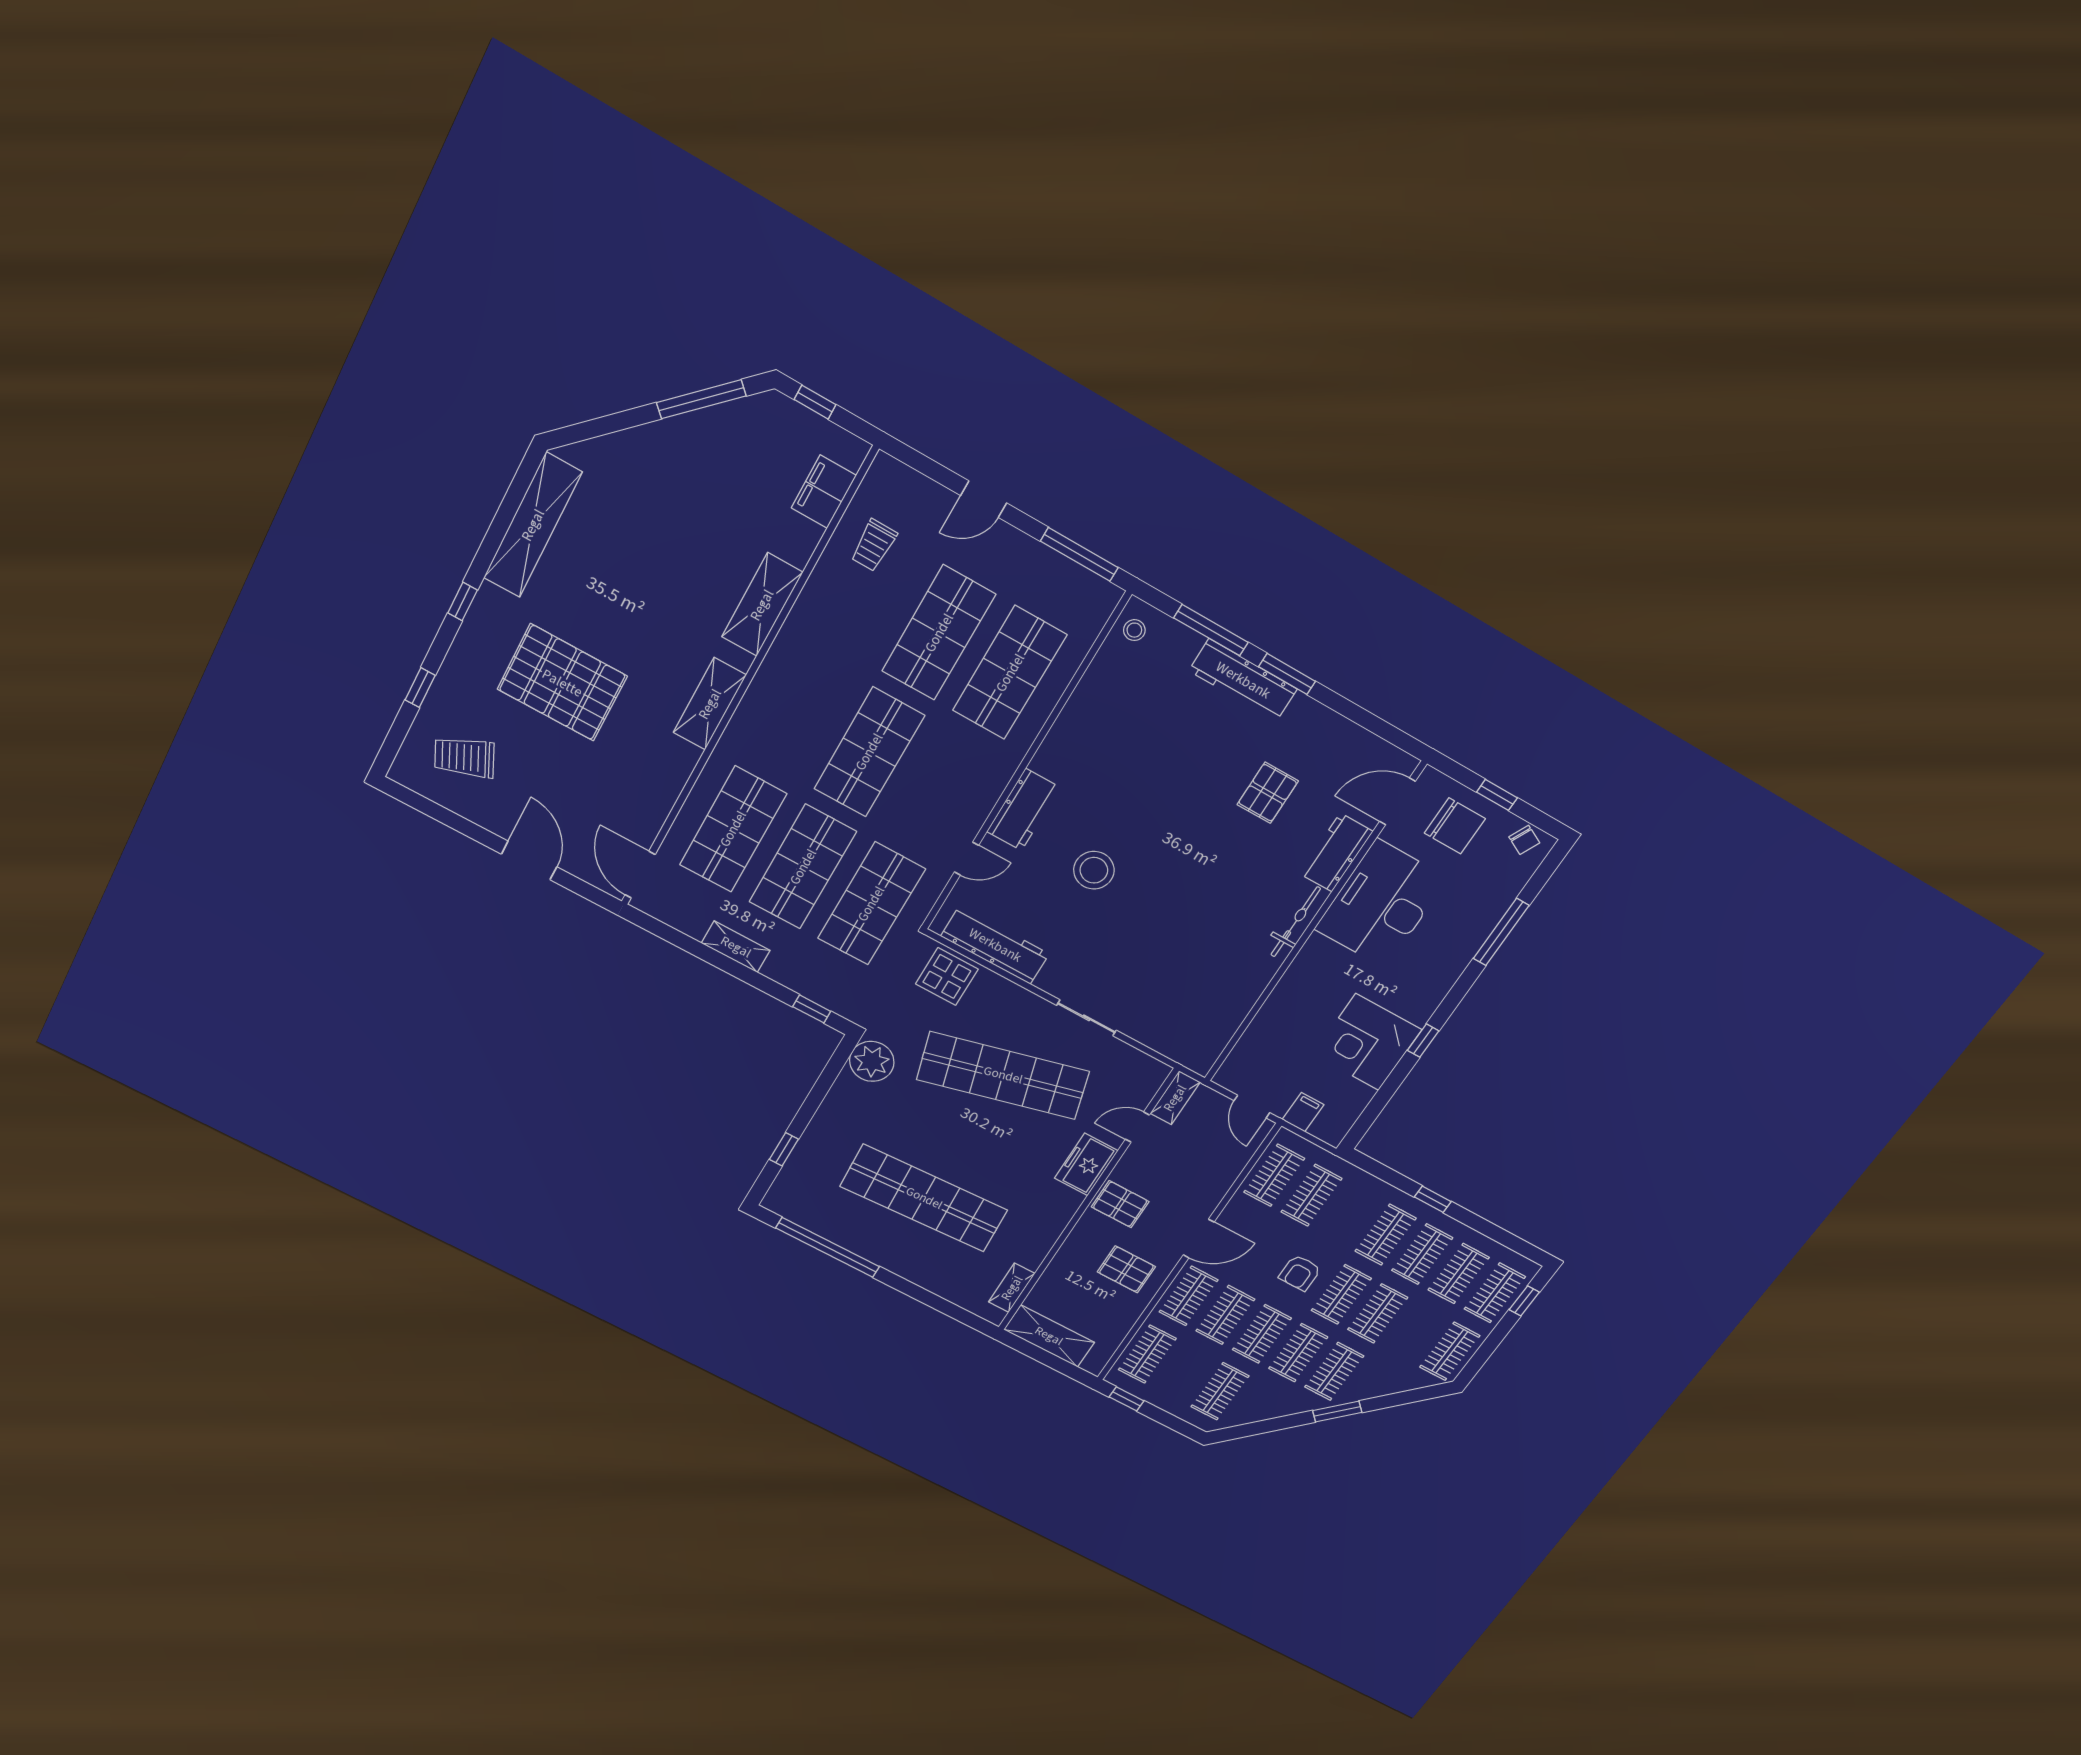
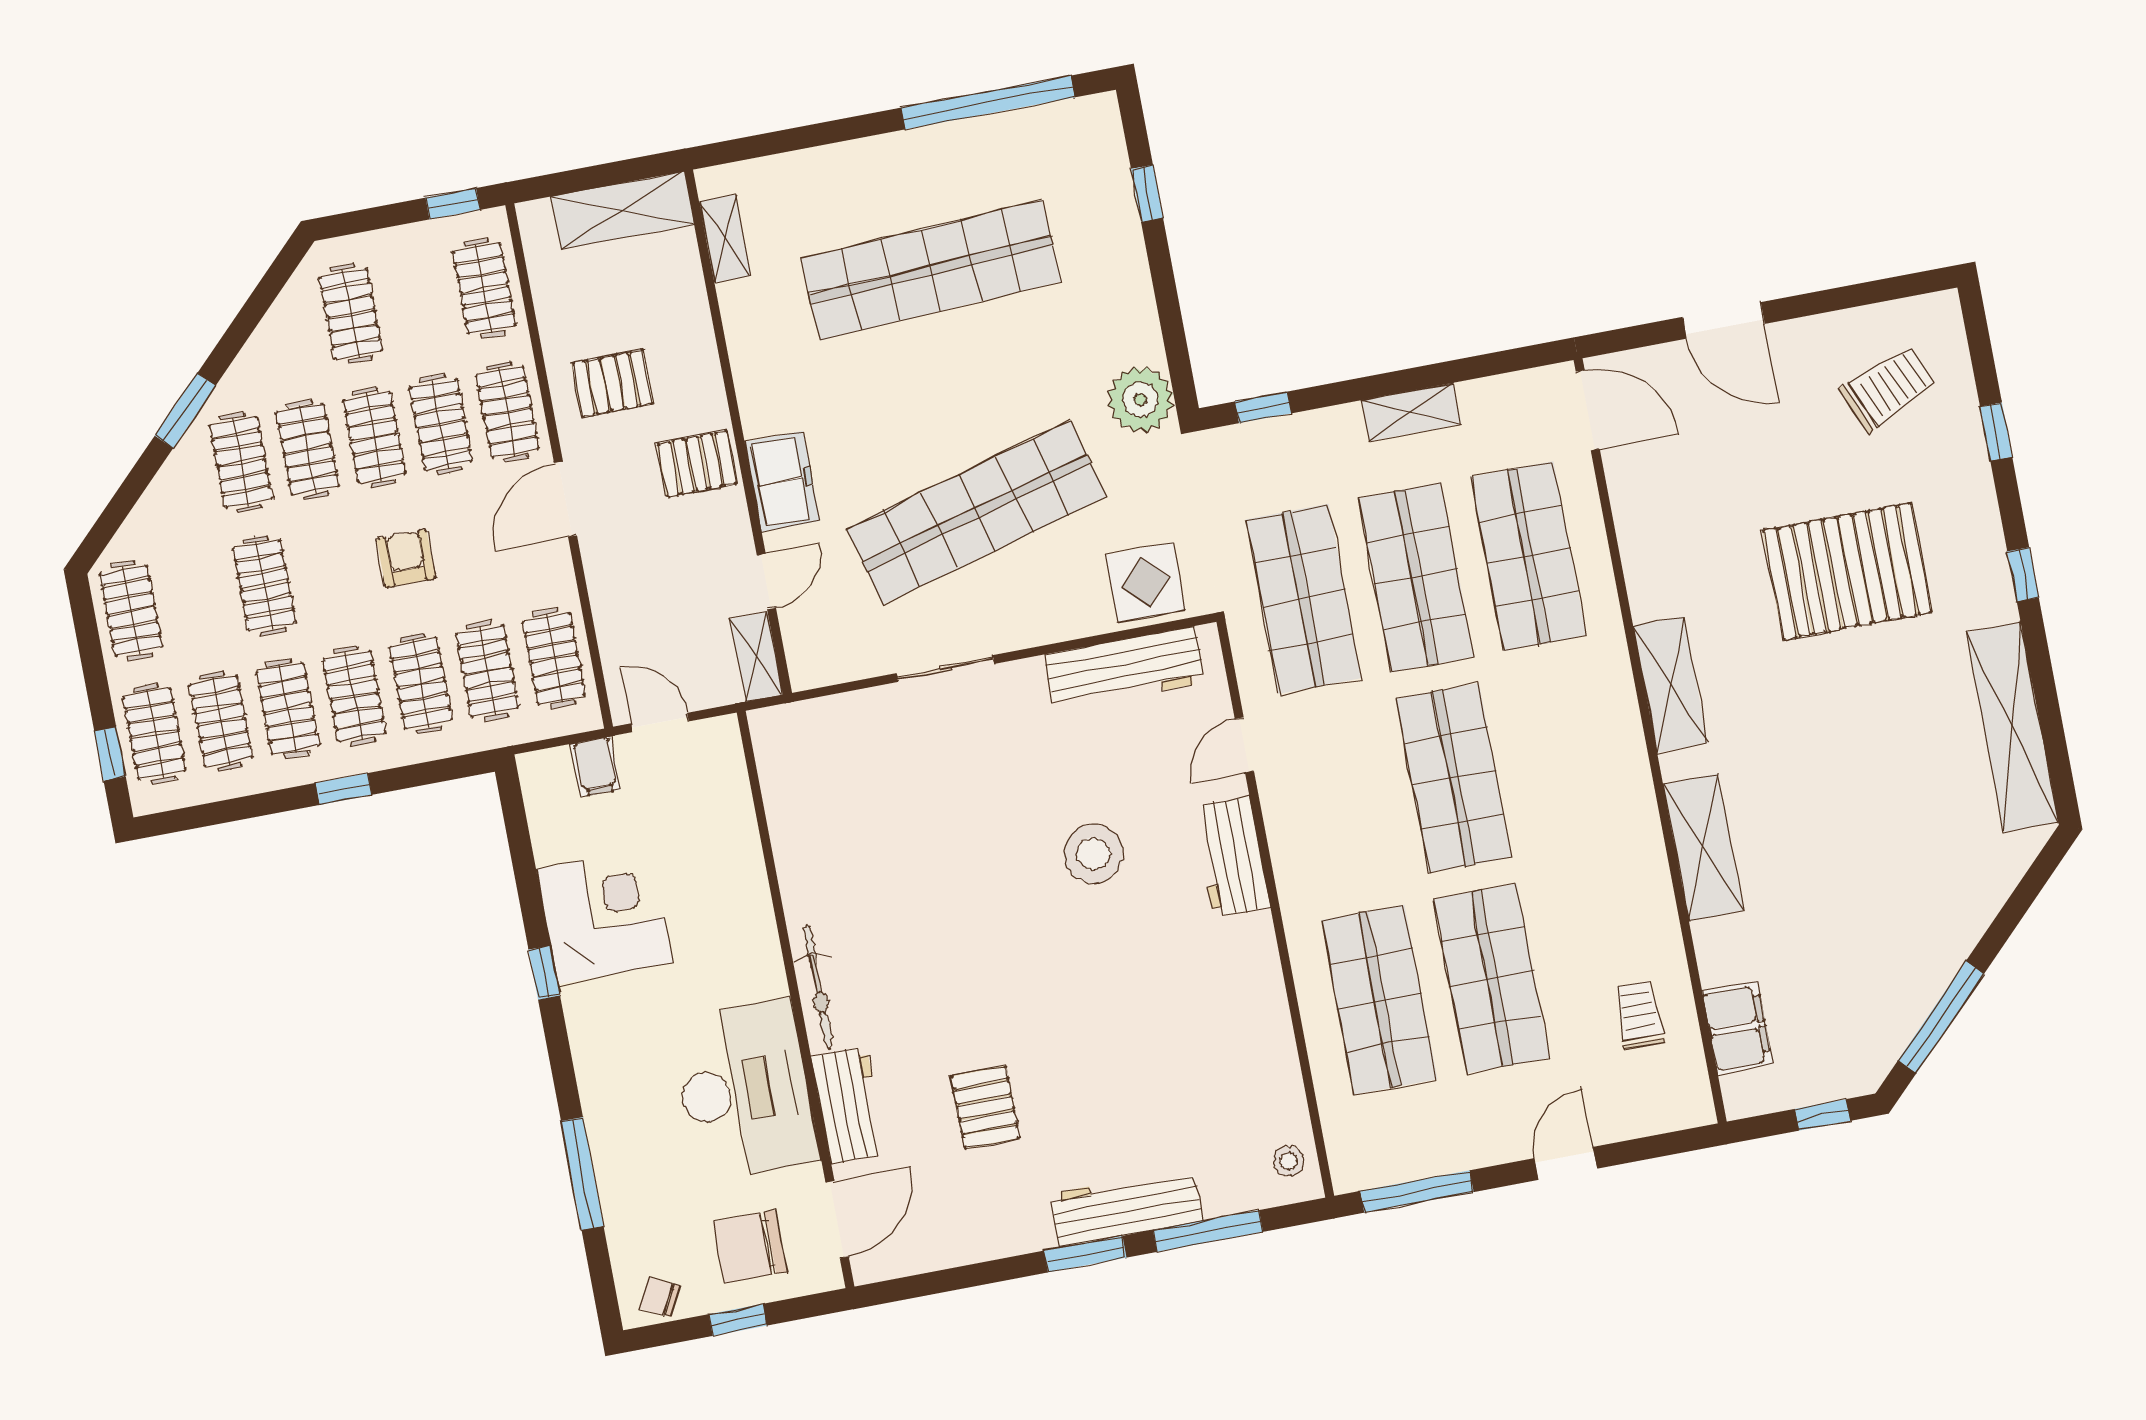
clothes rail: (1341, 1294) -> (421, 683), moved

